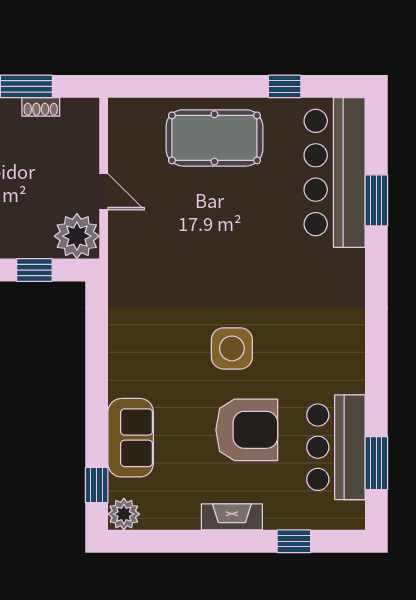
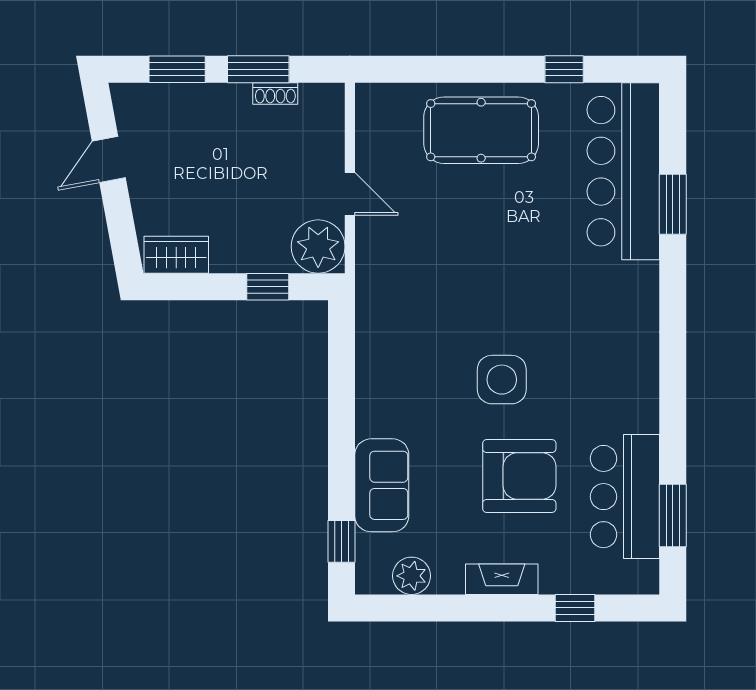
plant: (124, 514) -> (412, 576), moved

